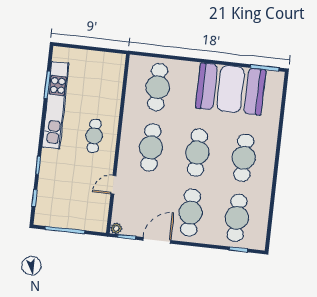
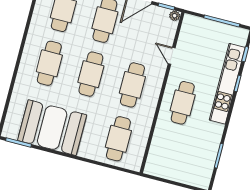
kitchen unit: (56, 105) -> (227, 84), moved
cafe table: (94, 136) -> (183, 103), width x1.37, depth x1.35
door: (113, 185) -> (172, 56), swing flipped

